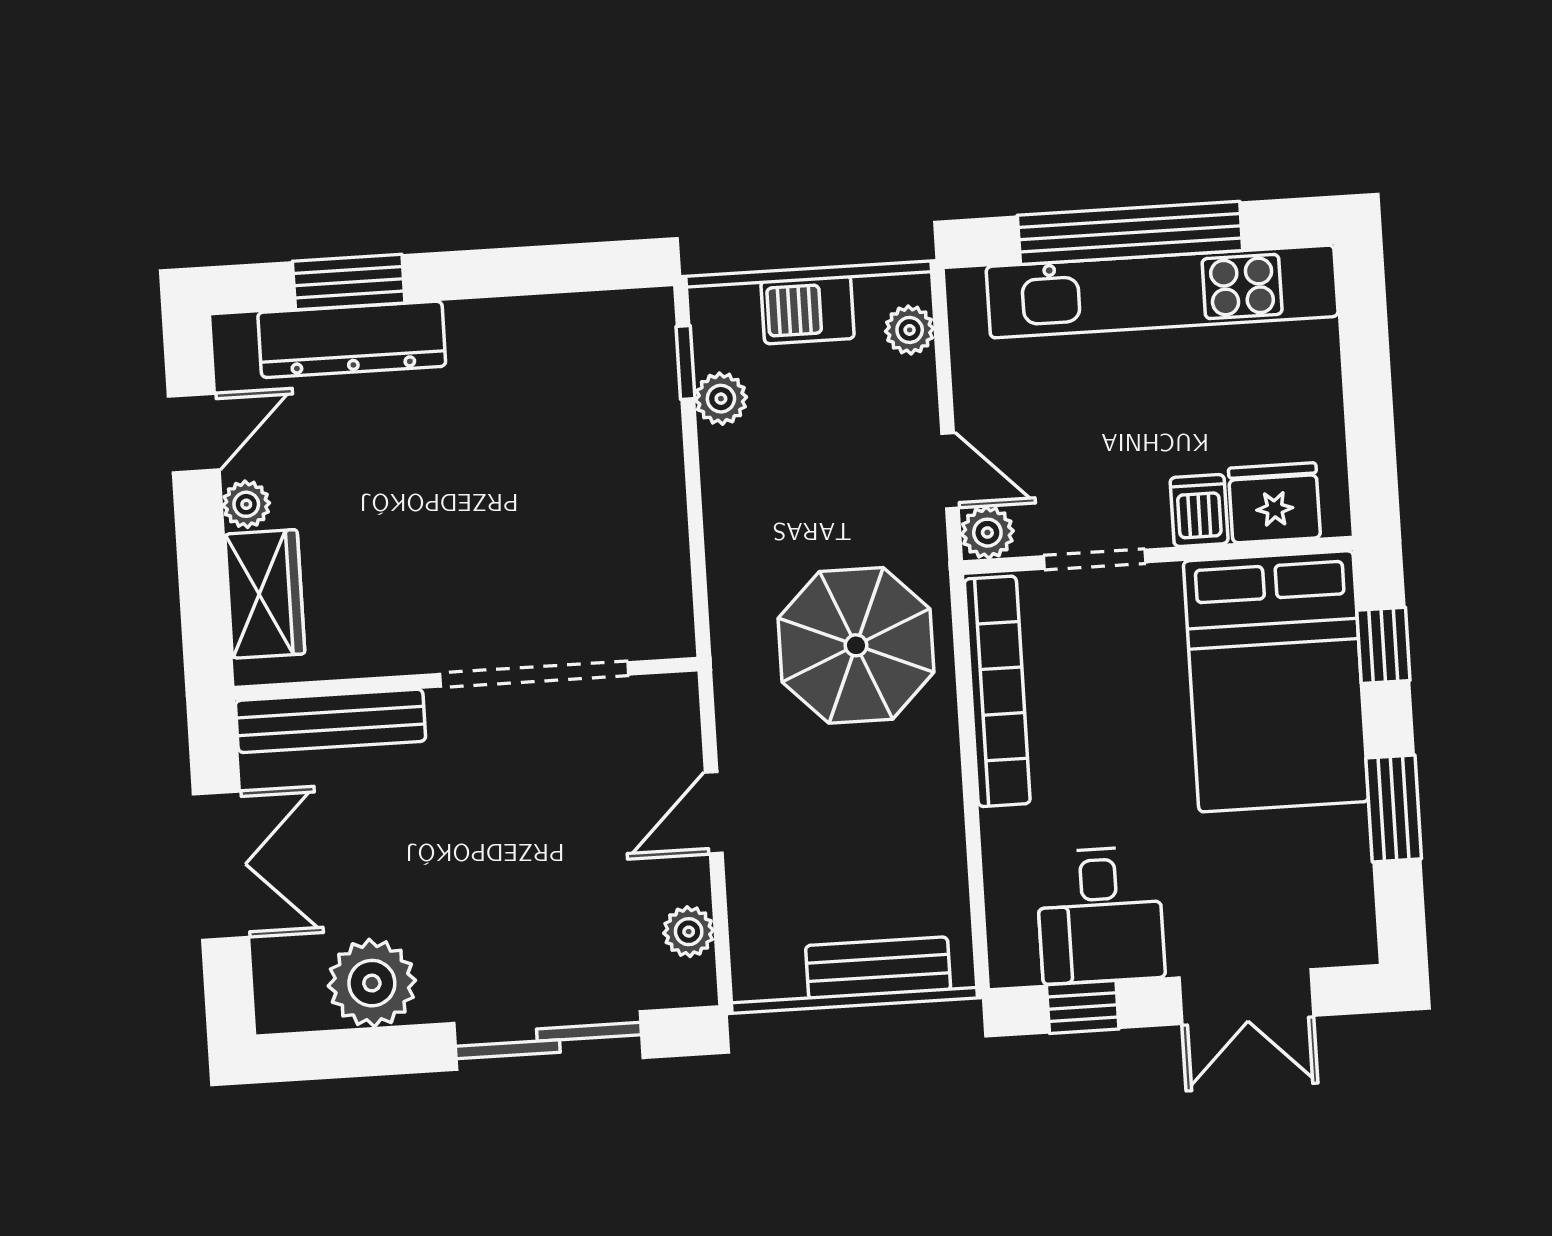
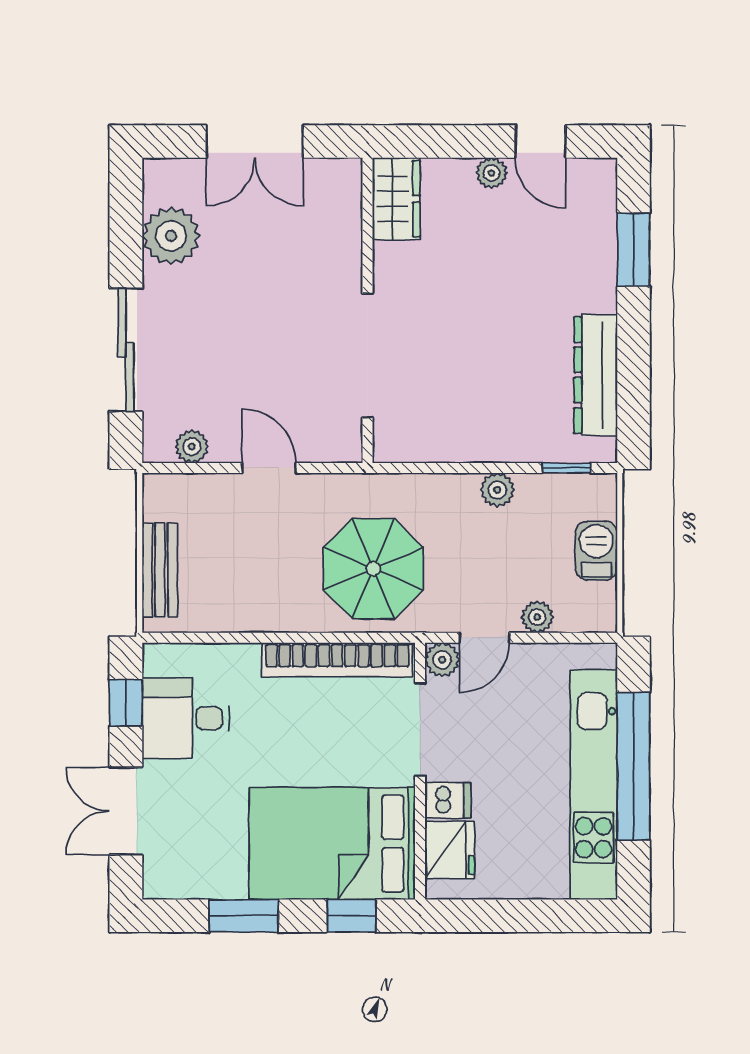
plant: (910, 330) -> (537, 617), moved
dresser: (352, 339) -> (596, 375), moved
plant: (721, 399) -> (497, 490), moved
doorway: (1095, 559) -> (420, 729), width x1.38
wardrobe: (265, 594) -> (396, 199), moved, turned -90
bench: (330, 721) -> (345, 220), removed

